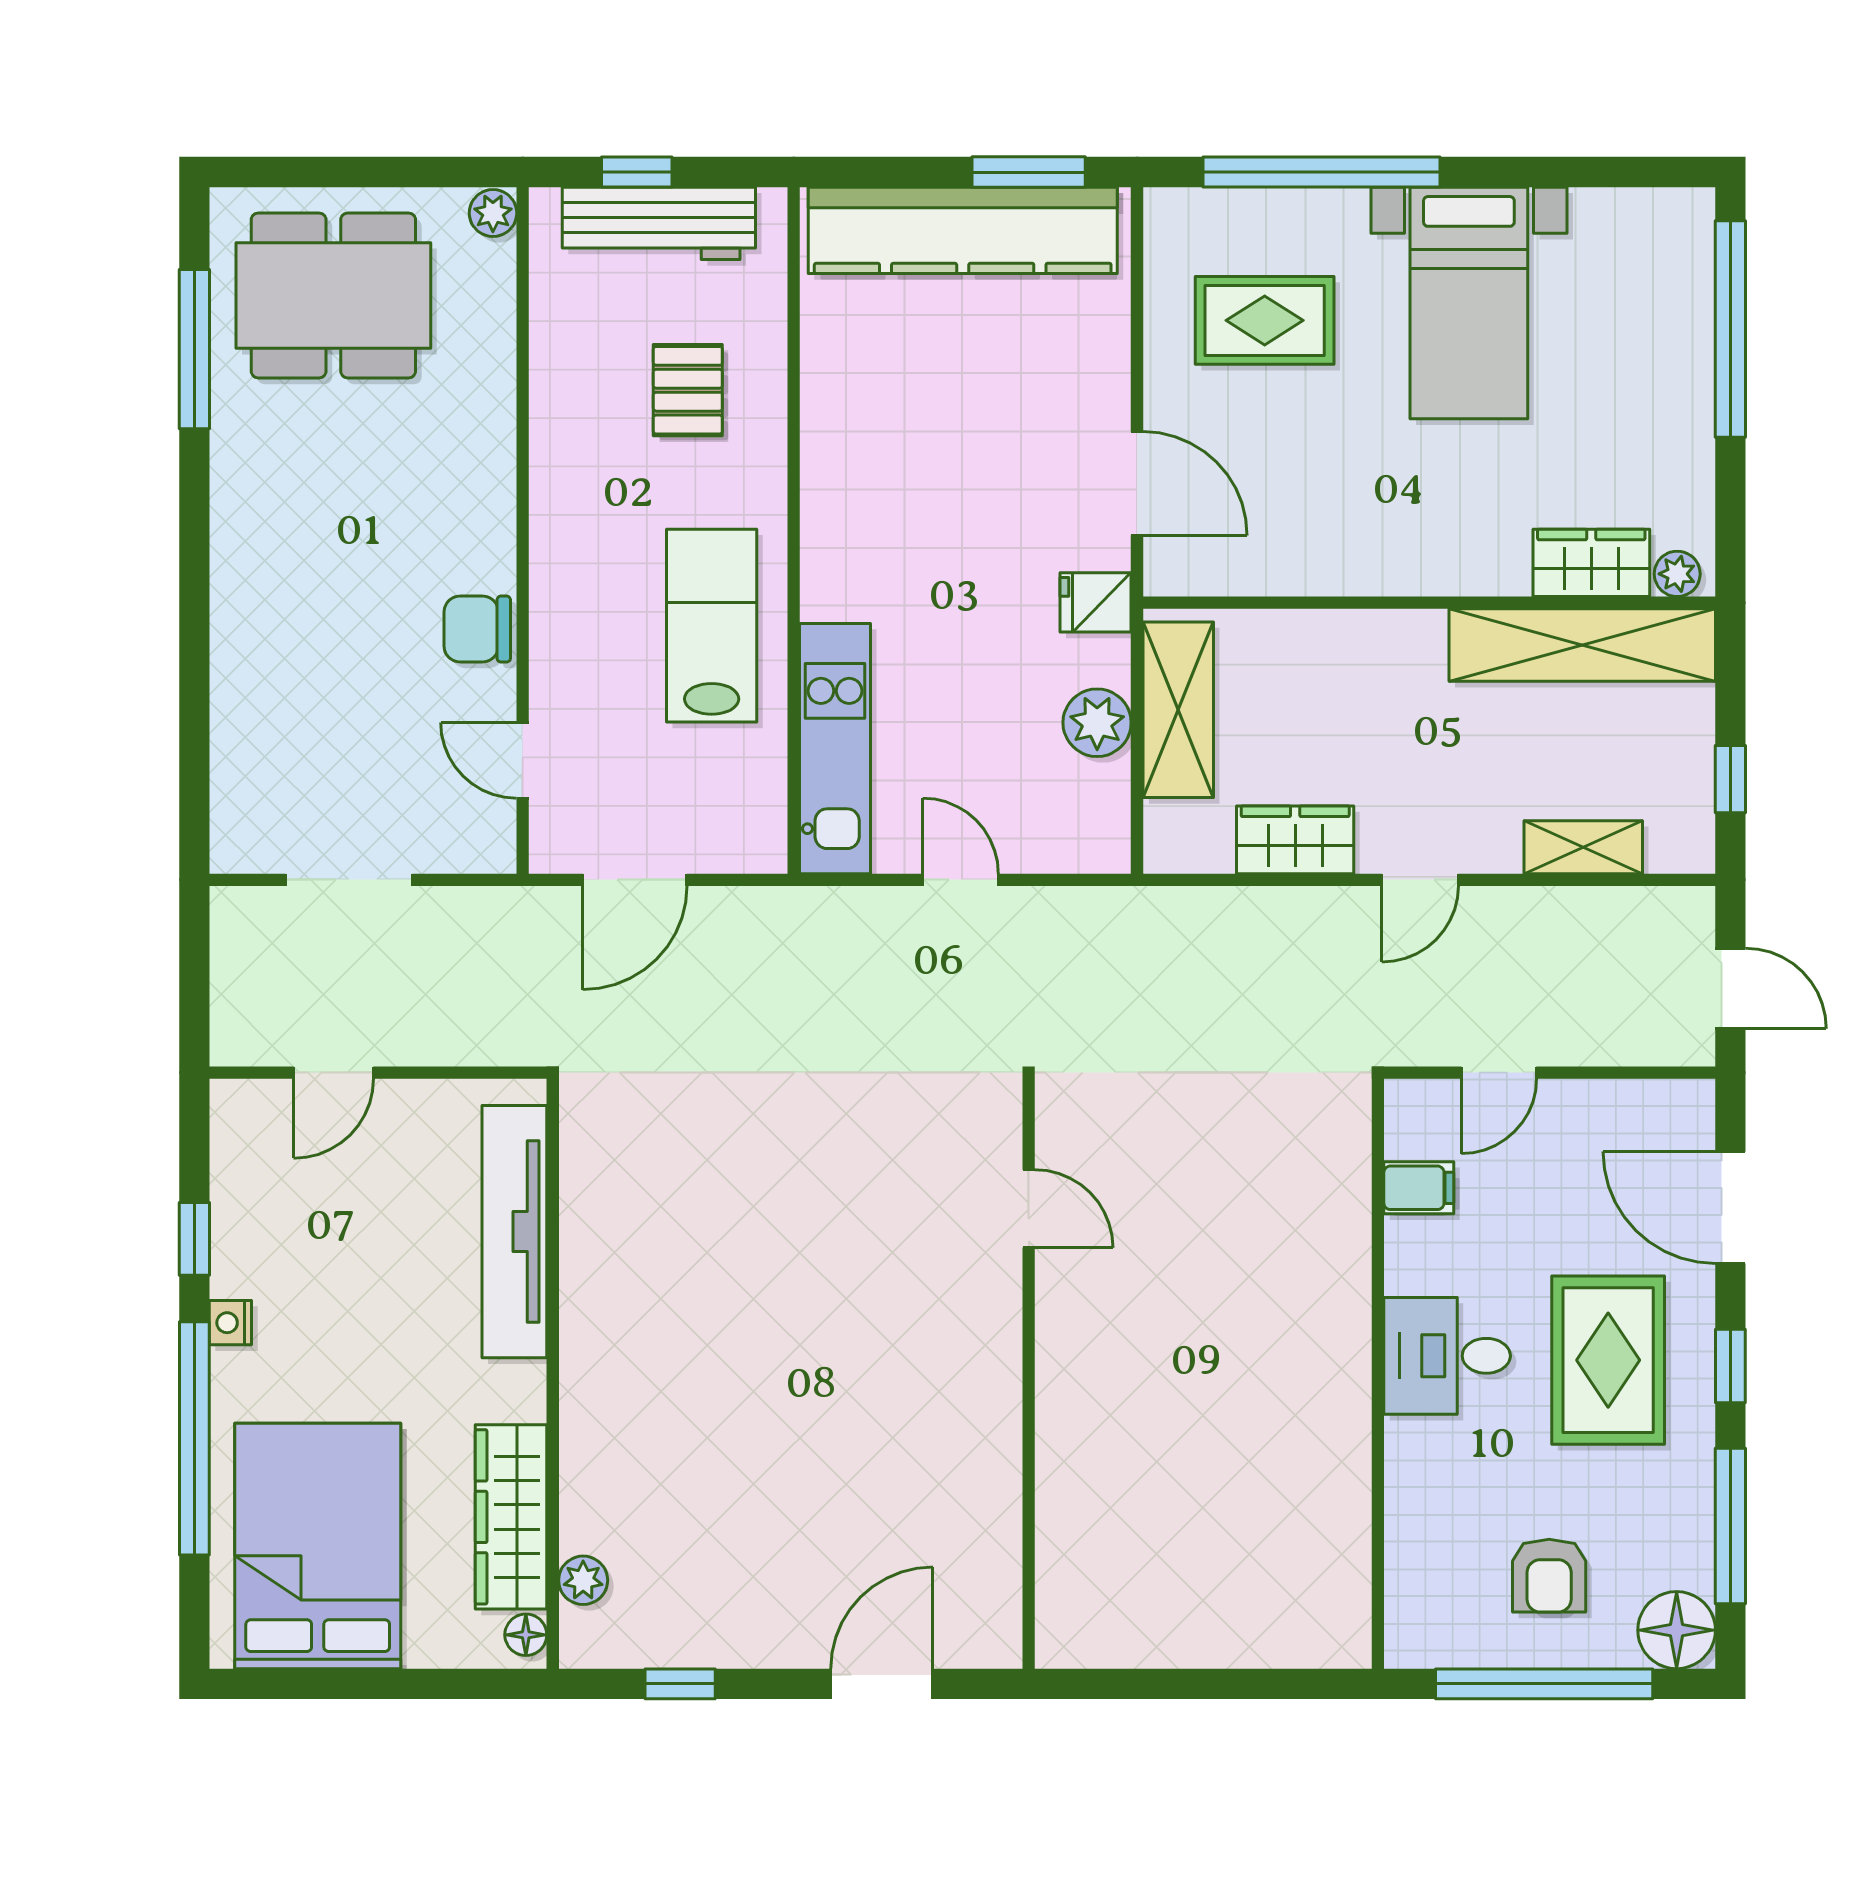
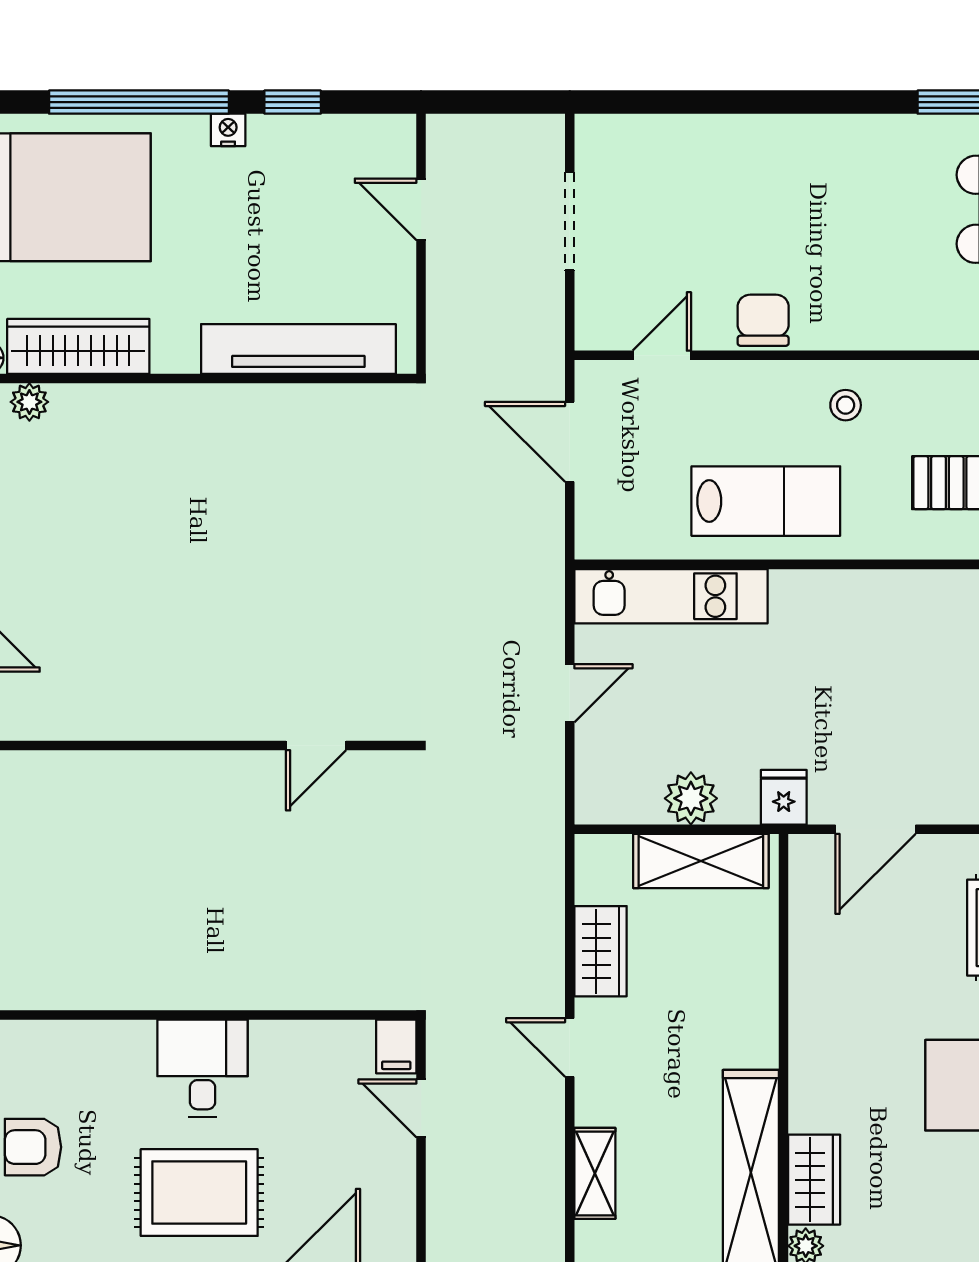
stool: (587, 522) -> (846, 405), added
filing cabinet: (1419, 1188) -> (396, 1047), moved

